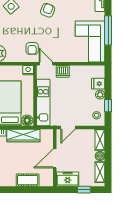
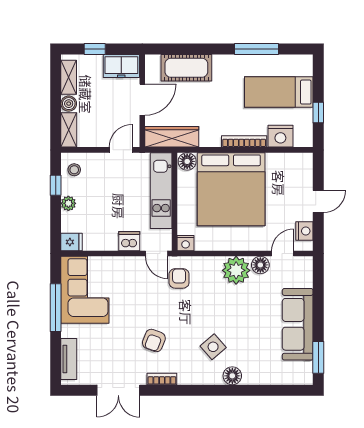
fridge: (98, 84) -> (72, 242), moved
wardrobe: (23, 136) -> (172, 137), moved
cot: (28, 180) -> (186, 68), width x1.37, depth x1.34

